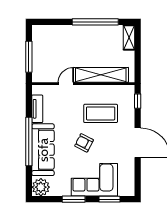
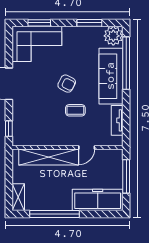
freezer: (55, 35) -> (98, 200), added
coffee table: (101, 113) -> (75, 110), moved, width x0.54, depth x0.58
window: (29, 141) -> (126, 63), moved
corner sofa: (94, 180) -> (37, 44), moved
window: (74, 199) -> (89, 23), moved

